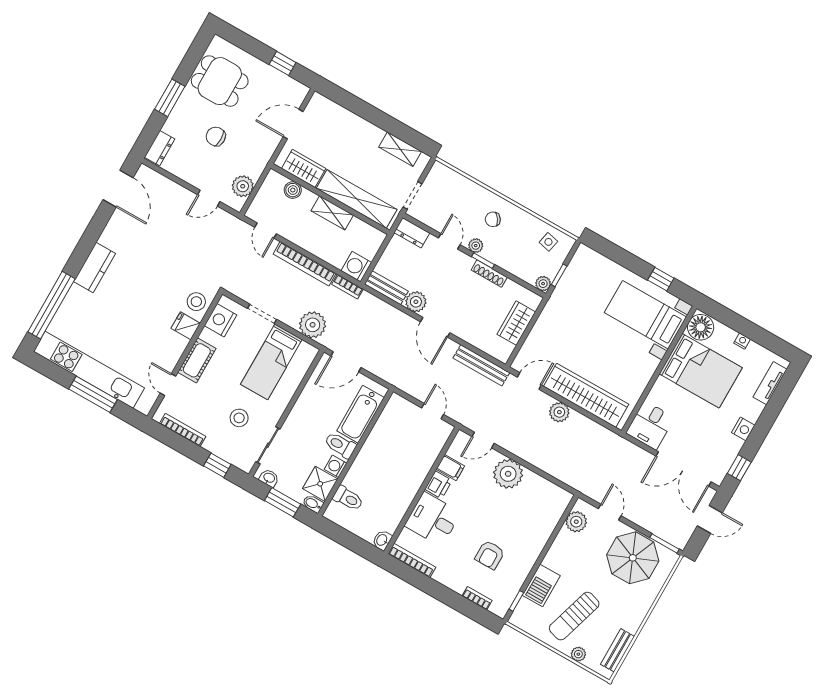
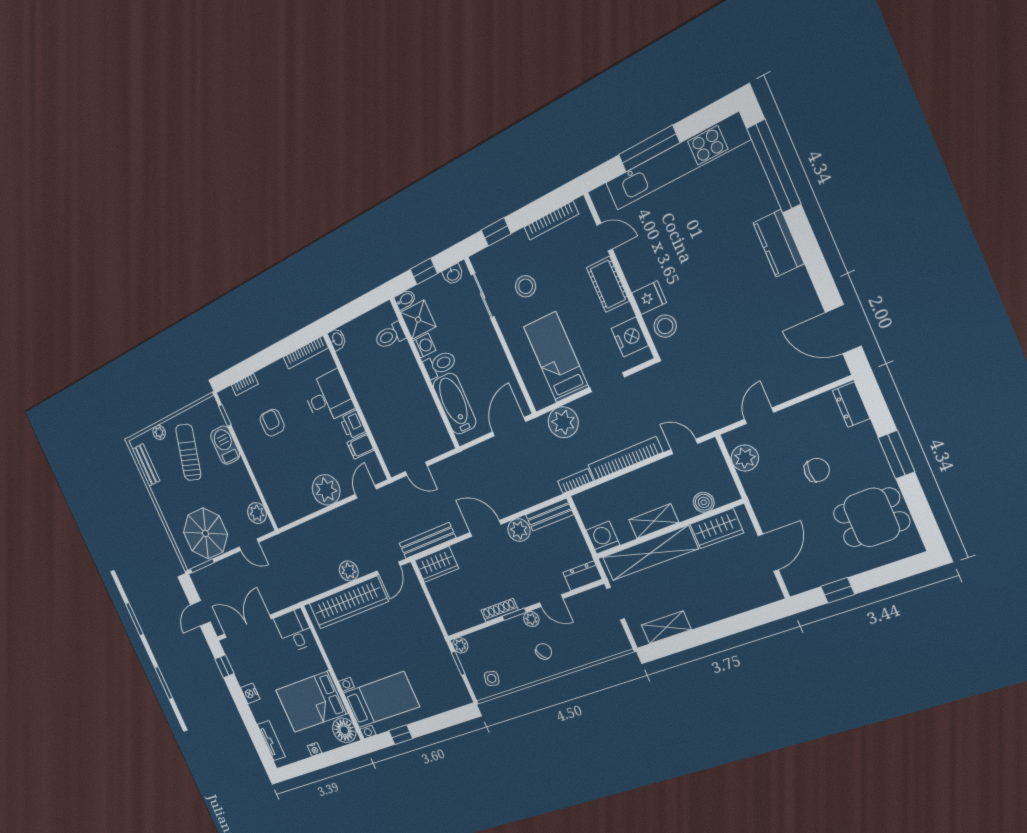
washing machine: (356, 267) -> (603, 538), moved, turned -90
wardrobe: (516, 323) -> (437, 564), moved, turned 90
window: (283, 502) -> (424, 271), width x0.67

